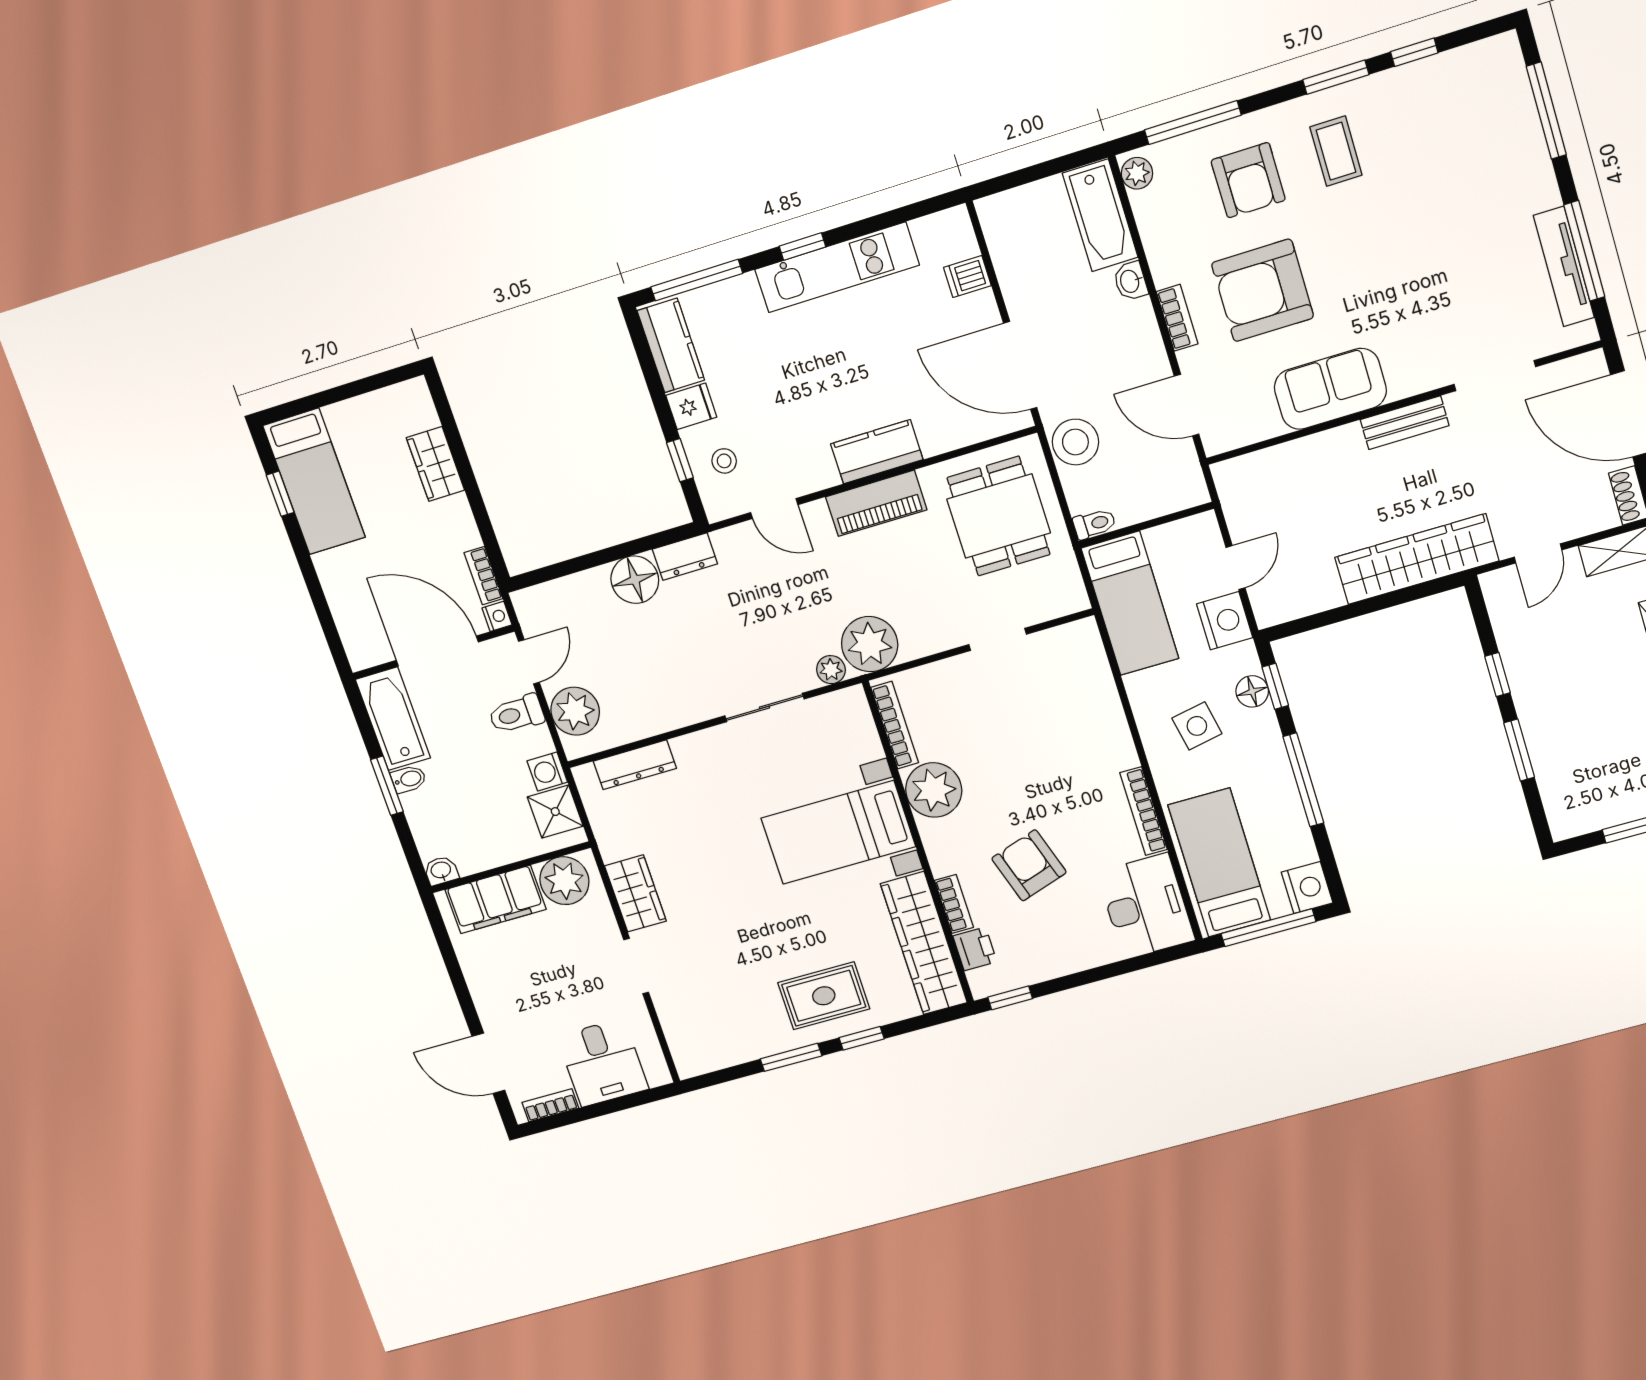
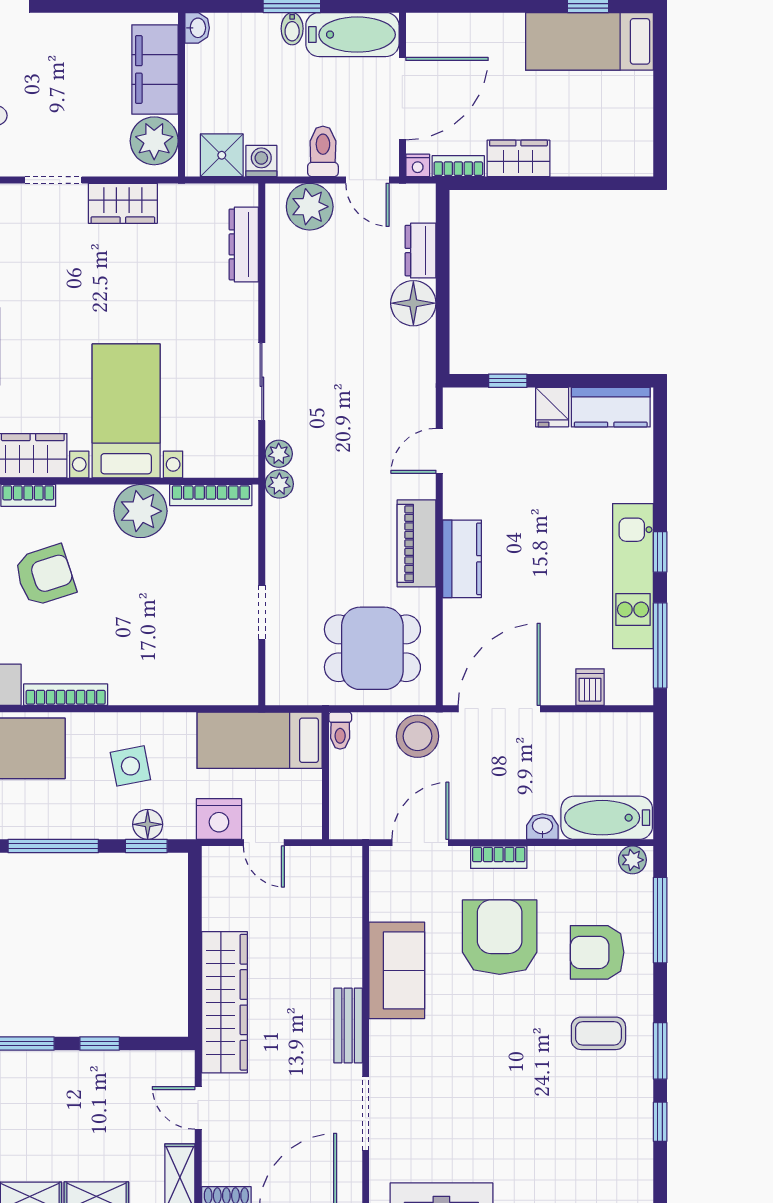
window: (697, 280) -> (660, 645), moved
stool: (724, 461) -> (495, 420), removed
wardrobe: (435, 464) -> (518, 158), moved
dresser: (685, 557) -> (420, 251), moved
plant: (870, 644) -> (279, 484), width x0.53, depth x0.53

